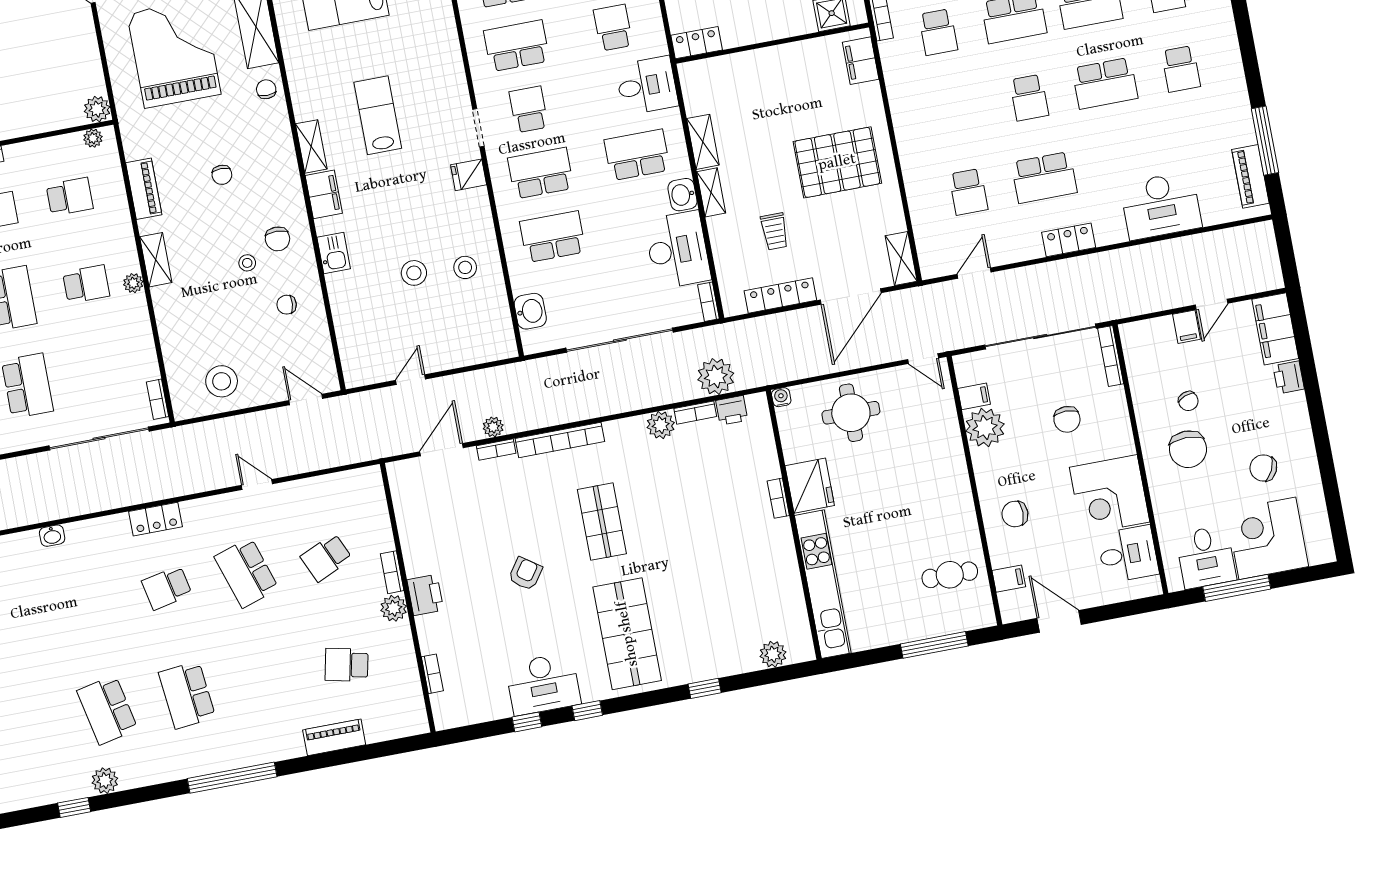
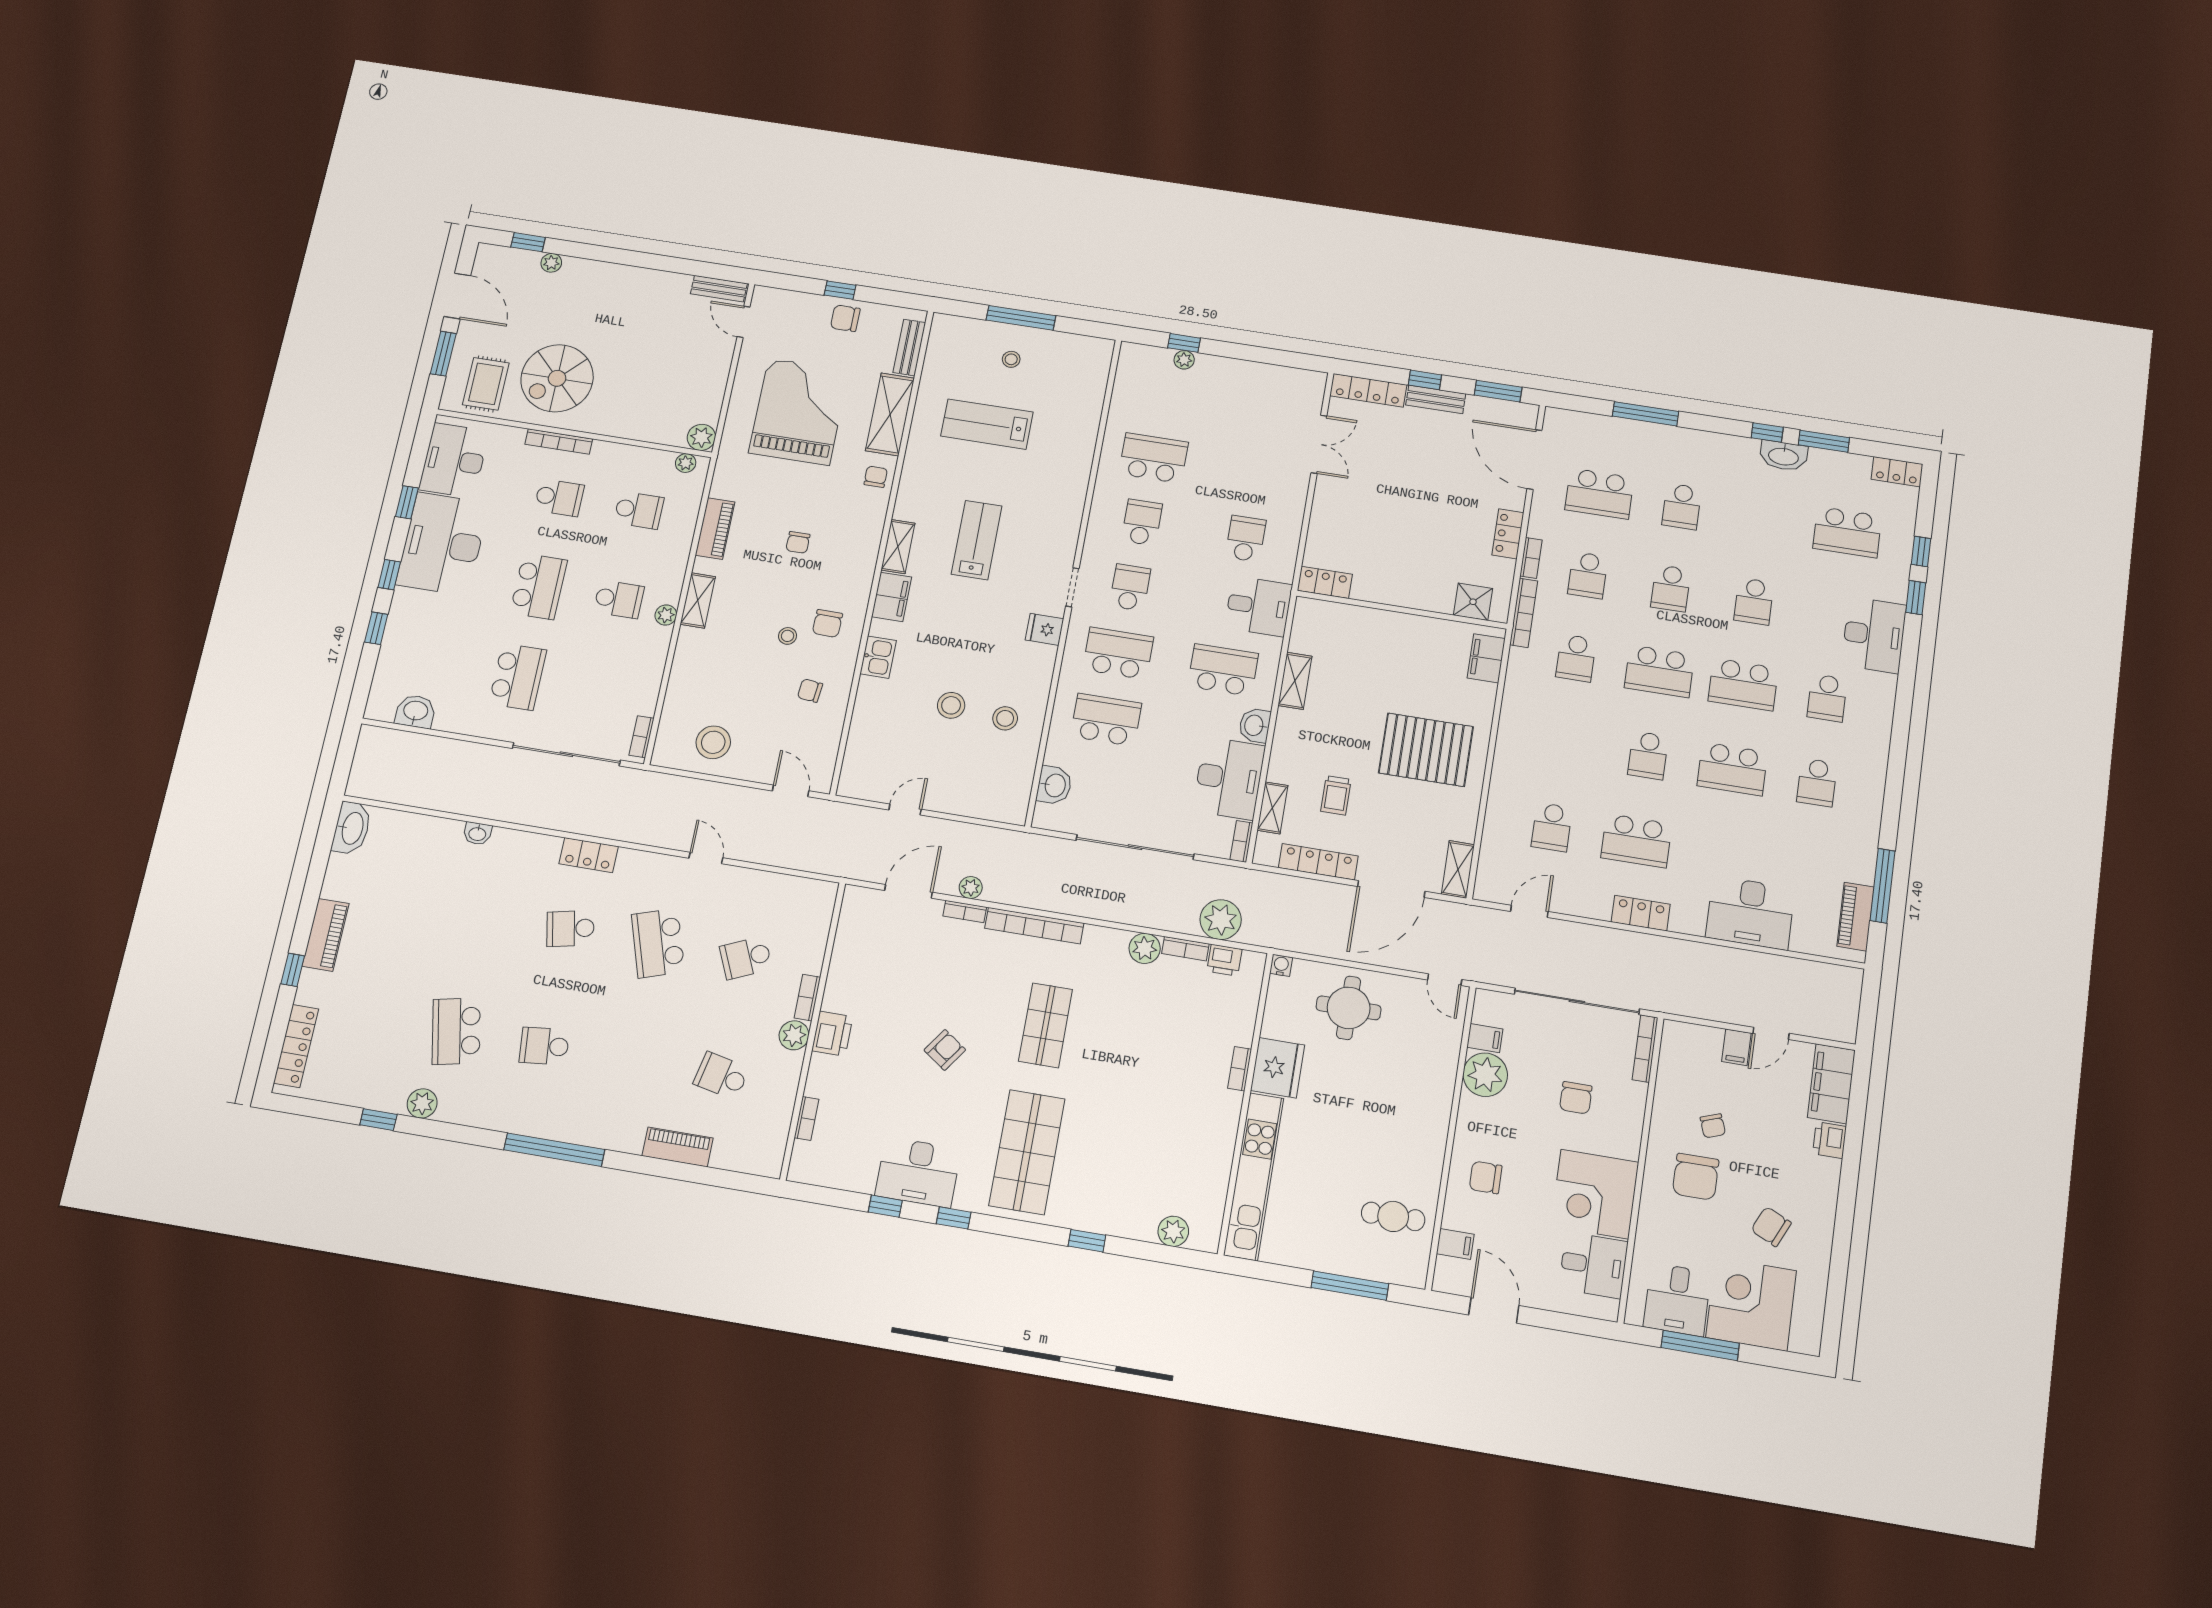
school desk: (517, 46) -> (1142, 522), width x0.54
shelving: (711, 192) -> (1272, 808), moved
school desk: (187, 695) -> (544, 1046), width x0.54

